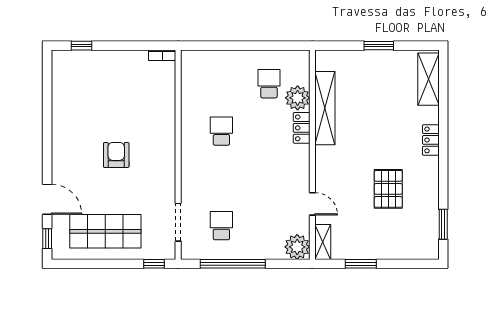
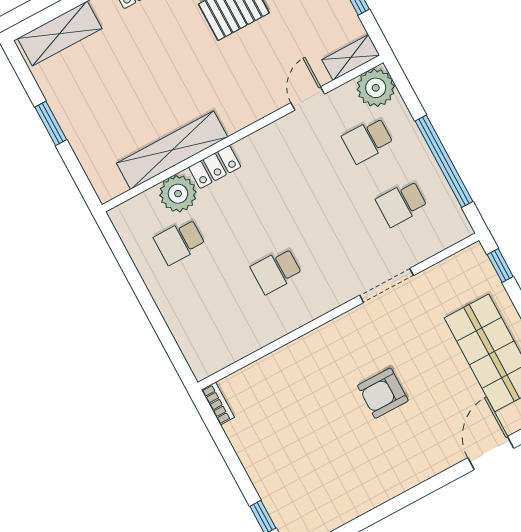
doorway: (178, 222) -> (387, 285), moved
school desk: (269, 226) -> (368, 140), added

